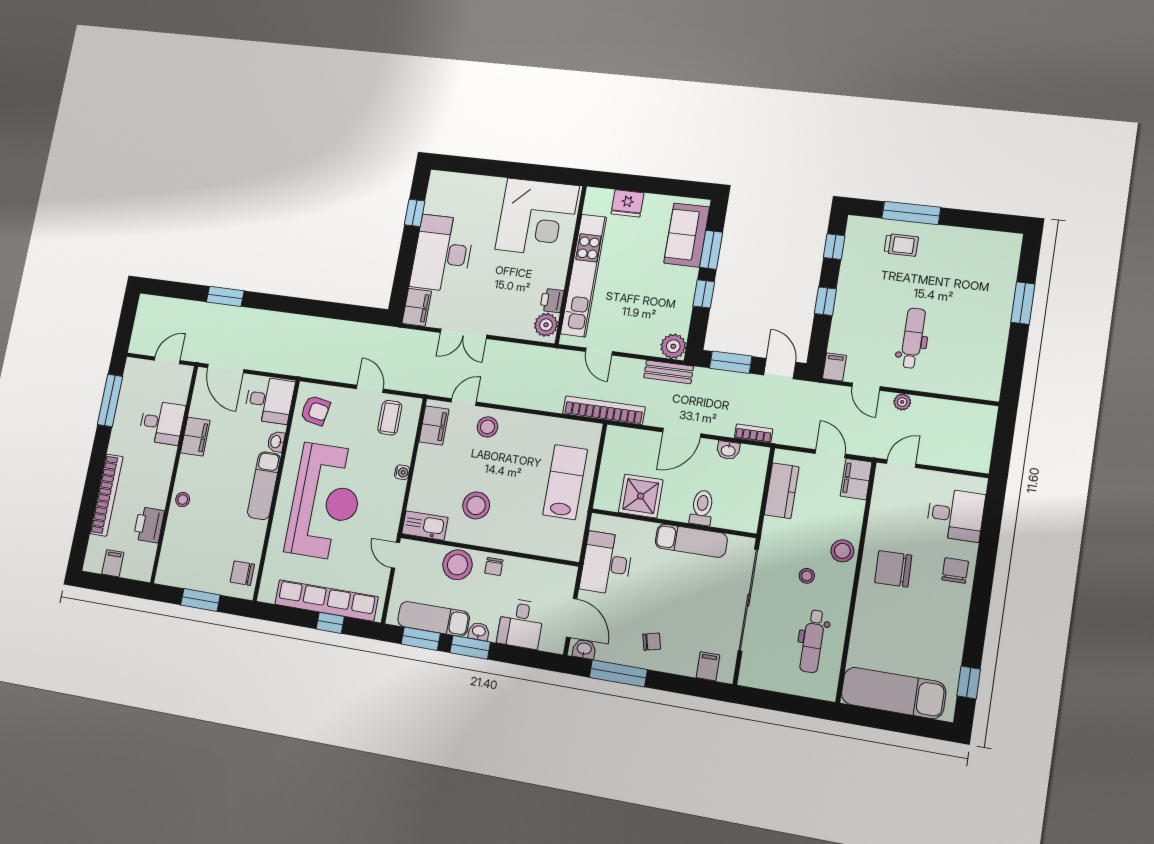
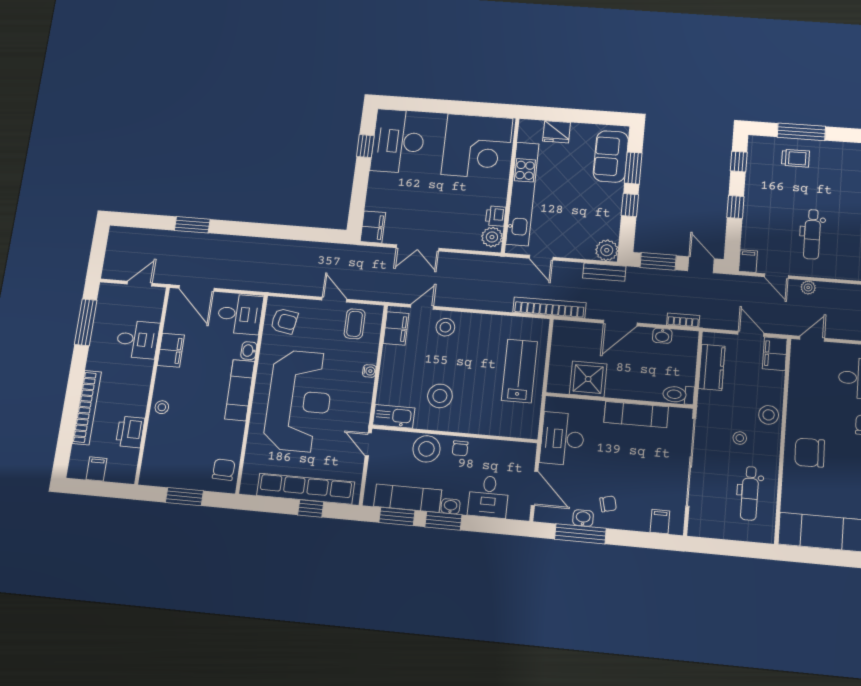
desk: (442, 253) -> (398, 141), moved
dental chair: (913, 338) -> (812, 234), turned 180
toilet: (702, 508) -> (678, 395), moved, turned -90
chair: (893, 569) -> (810, 453), moved
chair: (242, 573) -> (224, 470), turned 92
washbasin: (584, 649) -> (583, 518), moved

